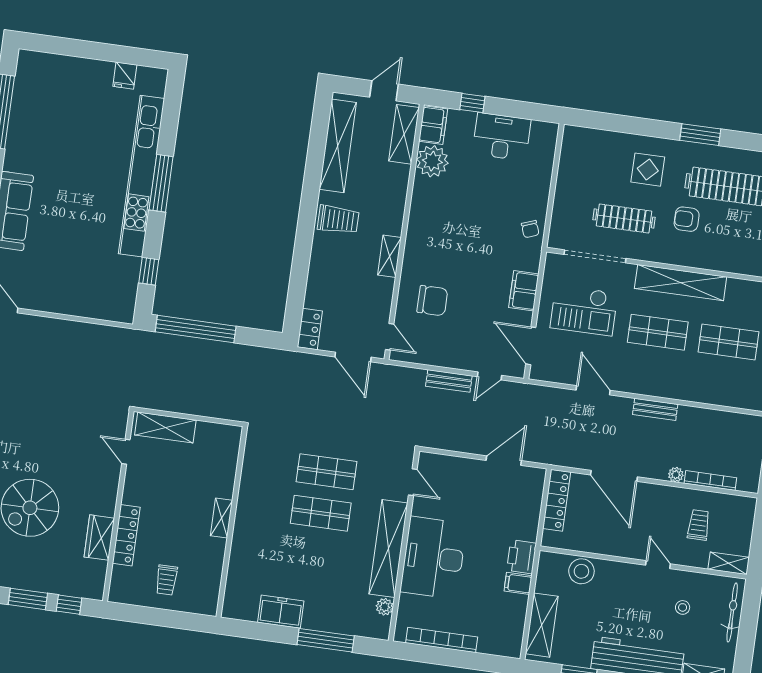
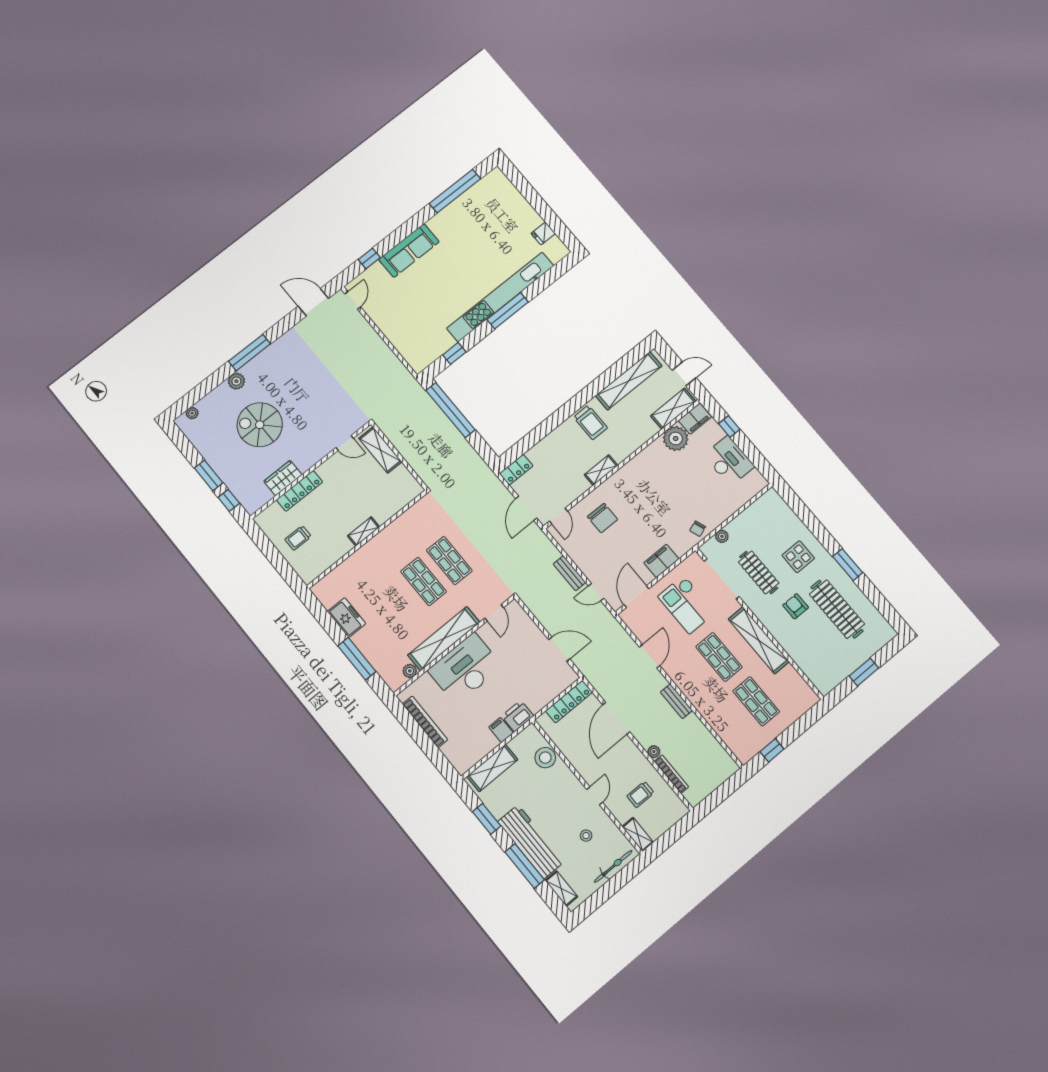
plant: (559, 215) -> (722, 536), added
door: (126, 452) -> (345, 443), swing flipped
trolley: (699, 525) -> (640, 794), turned 180

